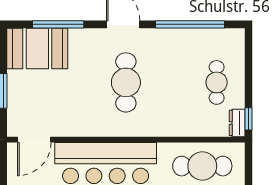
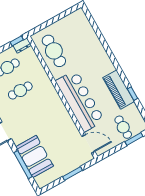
booth: (37, 48) -> (35, 156), moved
cafe table: (126, 82) -> (20, 91), moved, width x0.73, depth x0.74

